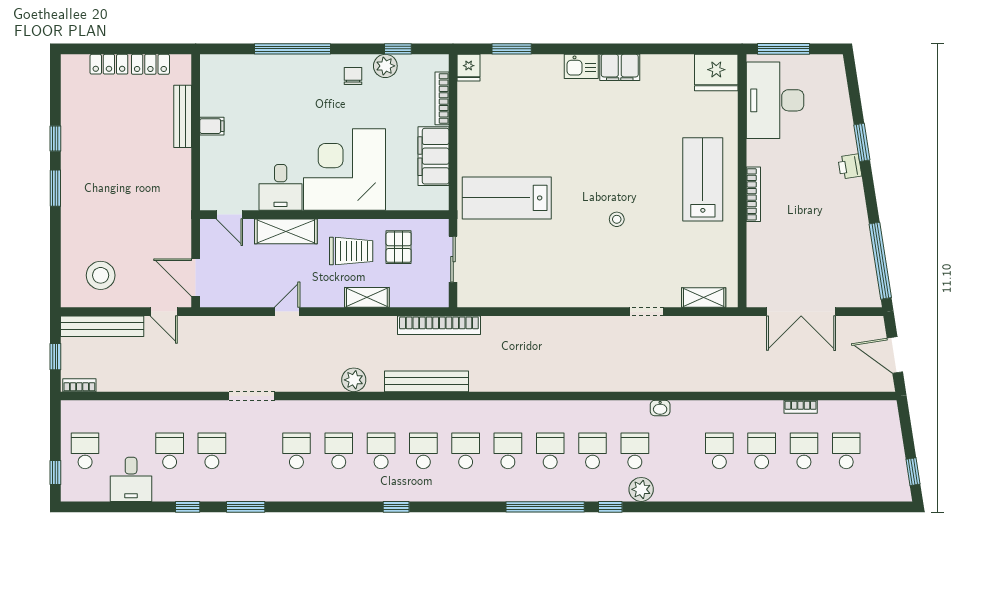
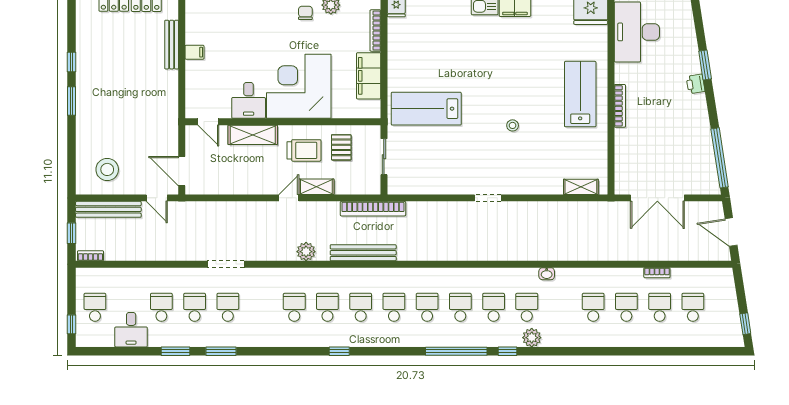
door: (287, 312) -> (289, 198), moved
doorway: (647, 312) -> (488, 198), moved
school desk: (296, 451) -> (228, 307), moved
window: (188, 507) -> (175, 351), width x1.50

